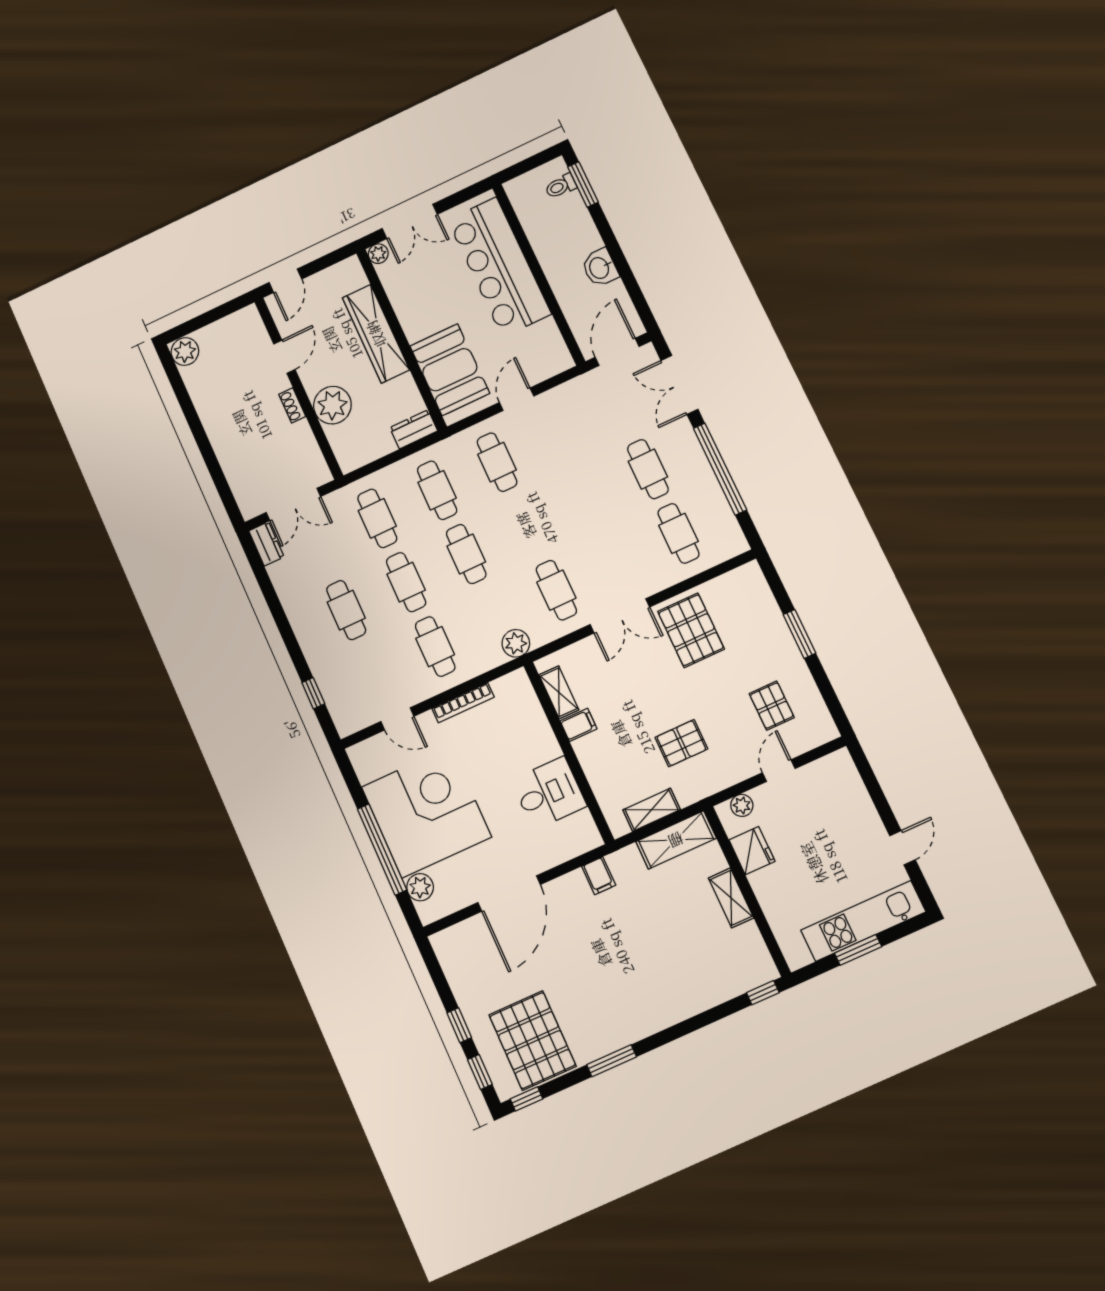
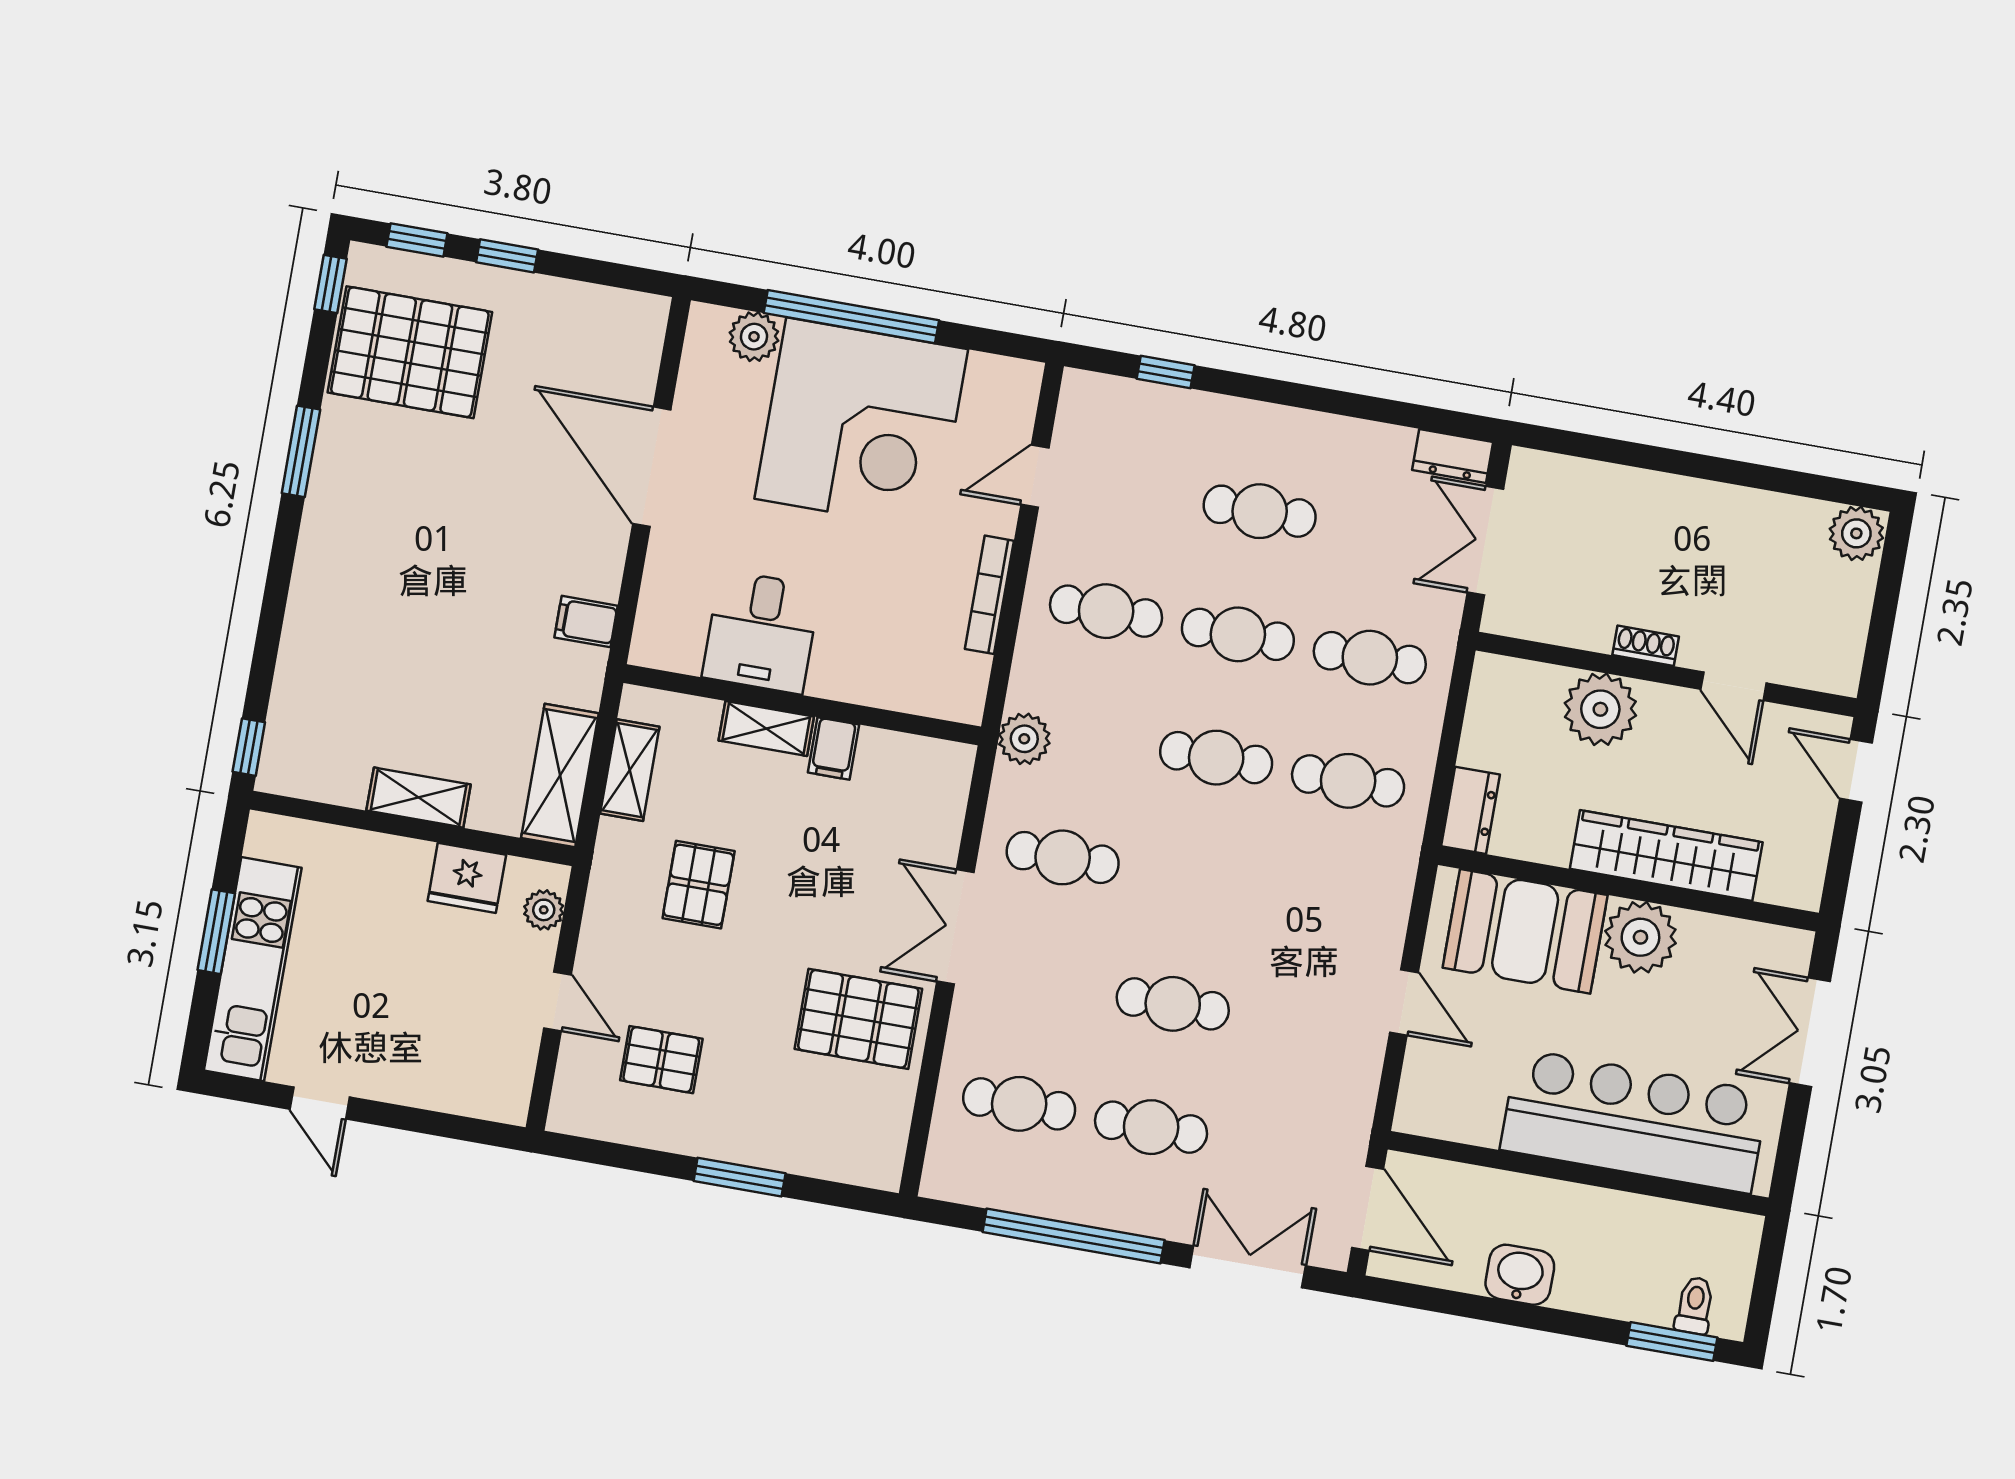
plant: (378, 254) -> (1640, 937), moved, width x1.88, depth x1.88
cafe table: (497, 462) -> (1173, 1004), moved
shelving: (559, 692) -> (766, 729), moved

